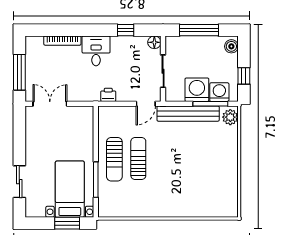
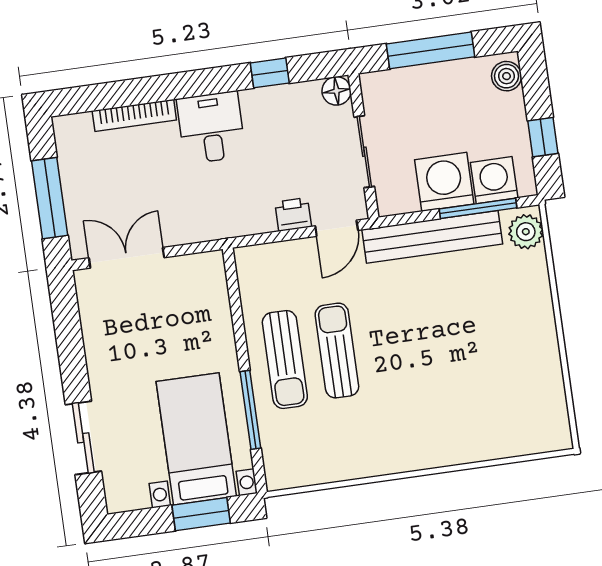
printer: (108, 95) -> (293, 214), moved

